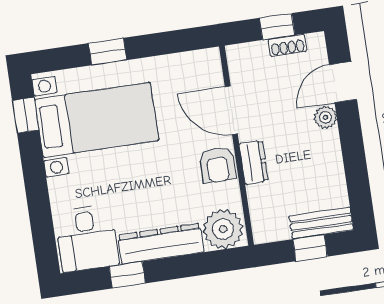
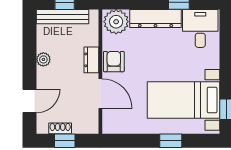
plant: (325, 117) -> (43, 59), moved
bench: (321, 223) -> (62, 17), width x1.36

